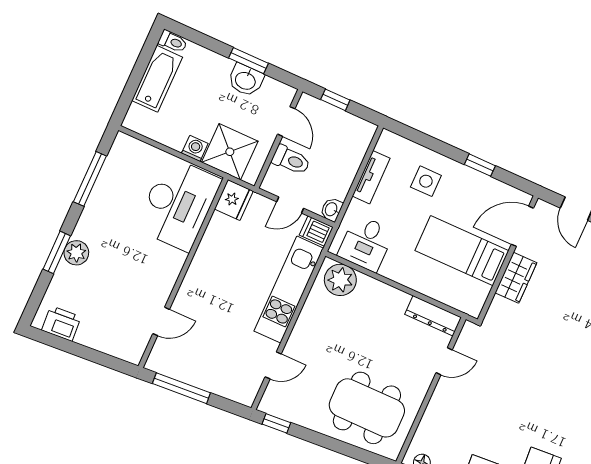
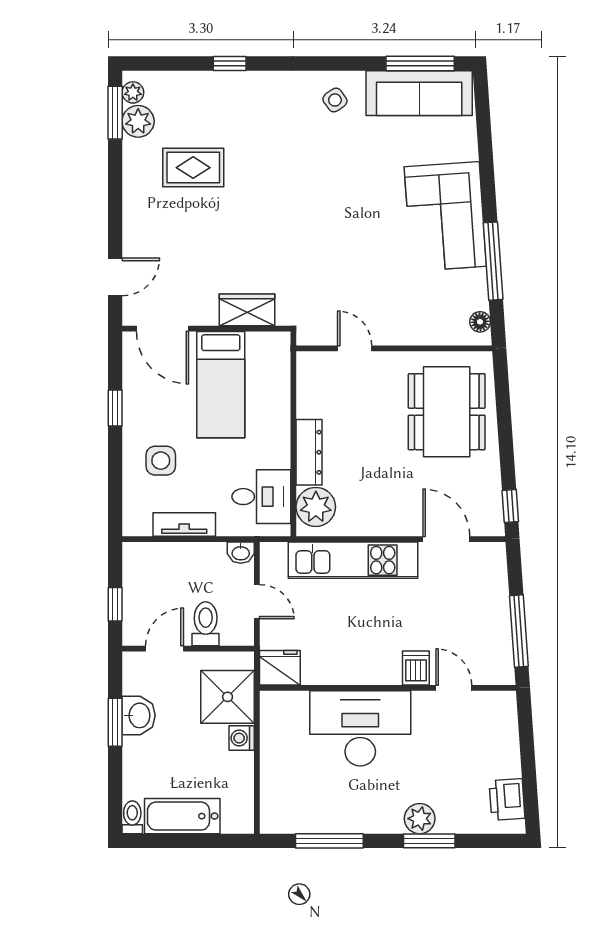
desk: (178, 204) -> (360, 728), moved
dishwasher: (316, 231) -> (416, 668), moved, turned 180
wardrobe: (516, 278) -> (247, 310), moved
dresser: (433, 316) -> (309, 452), moved
door: (273, 365) -> (446, 539), width x1.38

